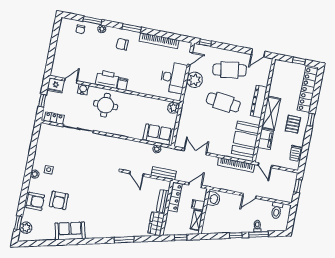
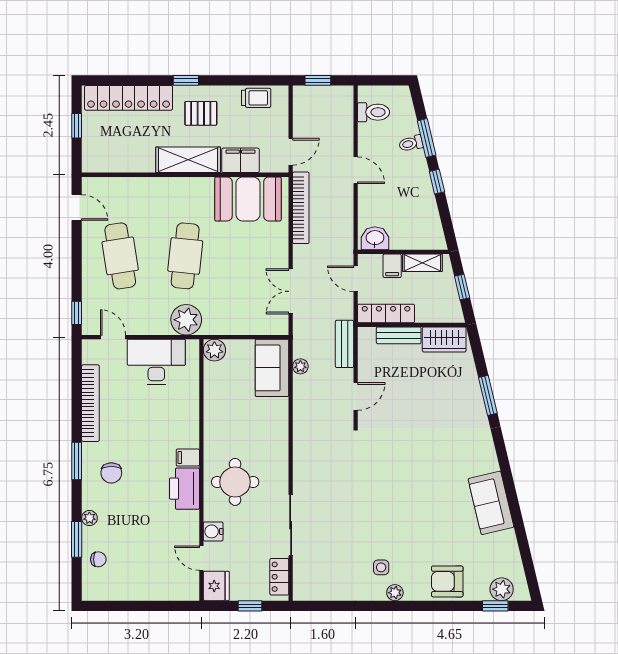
plant: (195, 80) -> (186, 320), moved
dresser: (259, 101) -> (170, 188), removed
armchair: (59, 200) -> (436, 536), removed
armchair: (35, 201) -> (447, 581), turned -90

